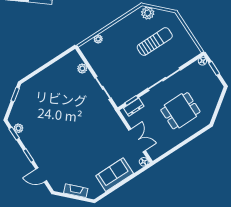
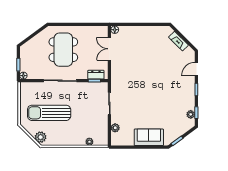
sun lounger: (155, 42) -> (49, 113), width x1.36, depth x1.34
dining table: (180, 111) -> (63, 50), width x1.38
door: (41, 175) -> (196, 69), swing flipped
sofa: (115, 175) -> (149, 137), moved, turned 180

